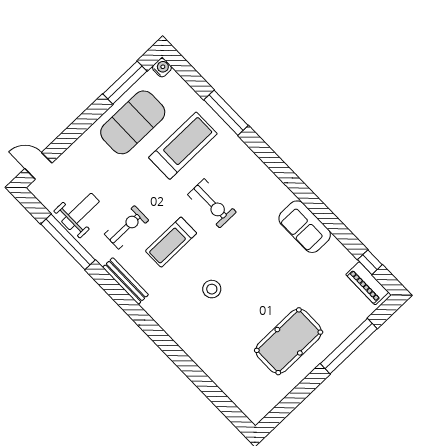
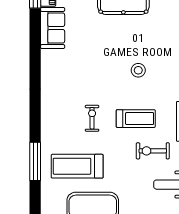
exercise bike: (212, 203) -> (92, 118), width x0.73, depth x0.72
sofa: (305, 227) -> (53, 28), moved

